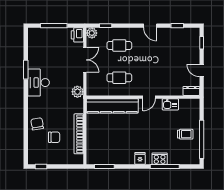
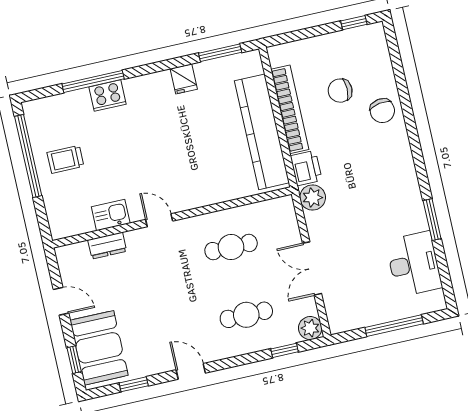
printer: (77, 35) -> (306, 168), moved
booth: (189, 46) -> (99, 348), added
desk: (39, 83) -> (414, 264), moved
dresser: (191, 91) -> (107, 246), moved
door: (149, 97) -> (159, 220), hinge flipped
kitchen counter: (112, 106) -> (262, 132), moved, turned -90
fridge: (140, 158) -> (184, 79), moved

